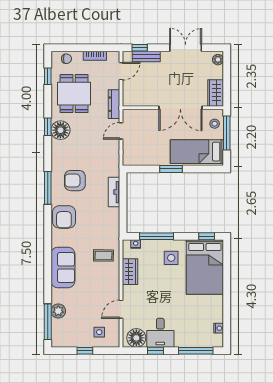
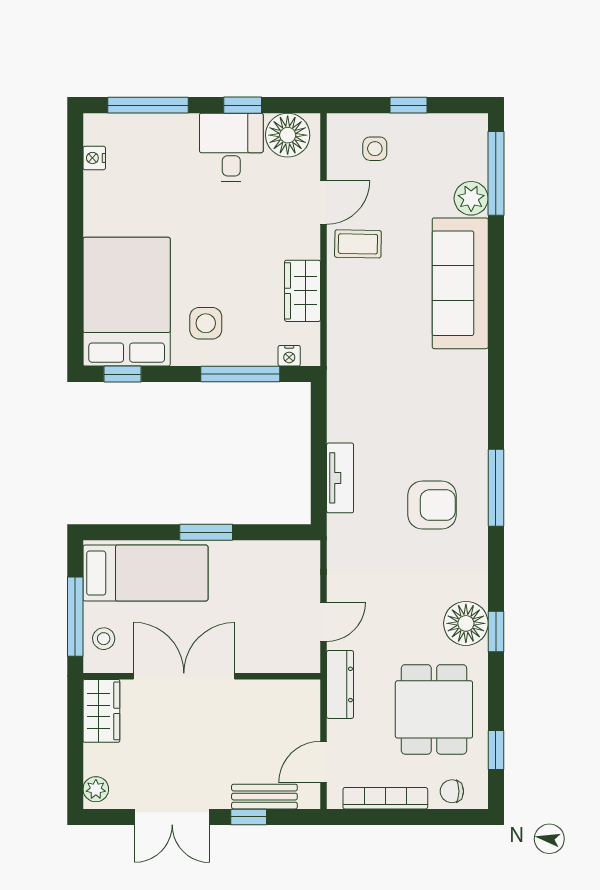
window: (140, 48) -> (249, 817), moved
bookcase: (95, 56) -> (385, 798), width x1.56
armchair: (64, 217) -> (458, 419), removed
coffee table: (103, 255) -> (358, 244), moved
sofa: (63, 267) -> (460, 283), width x1.36

